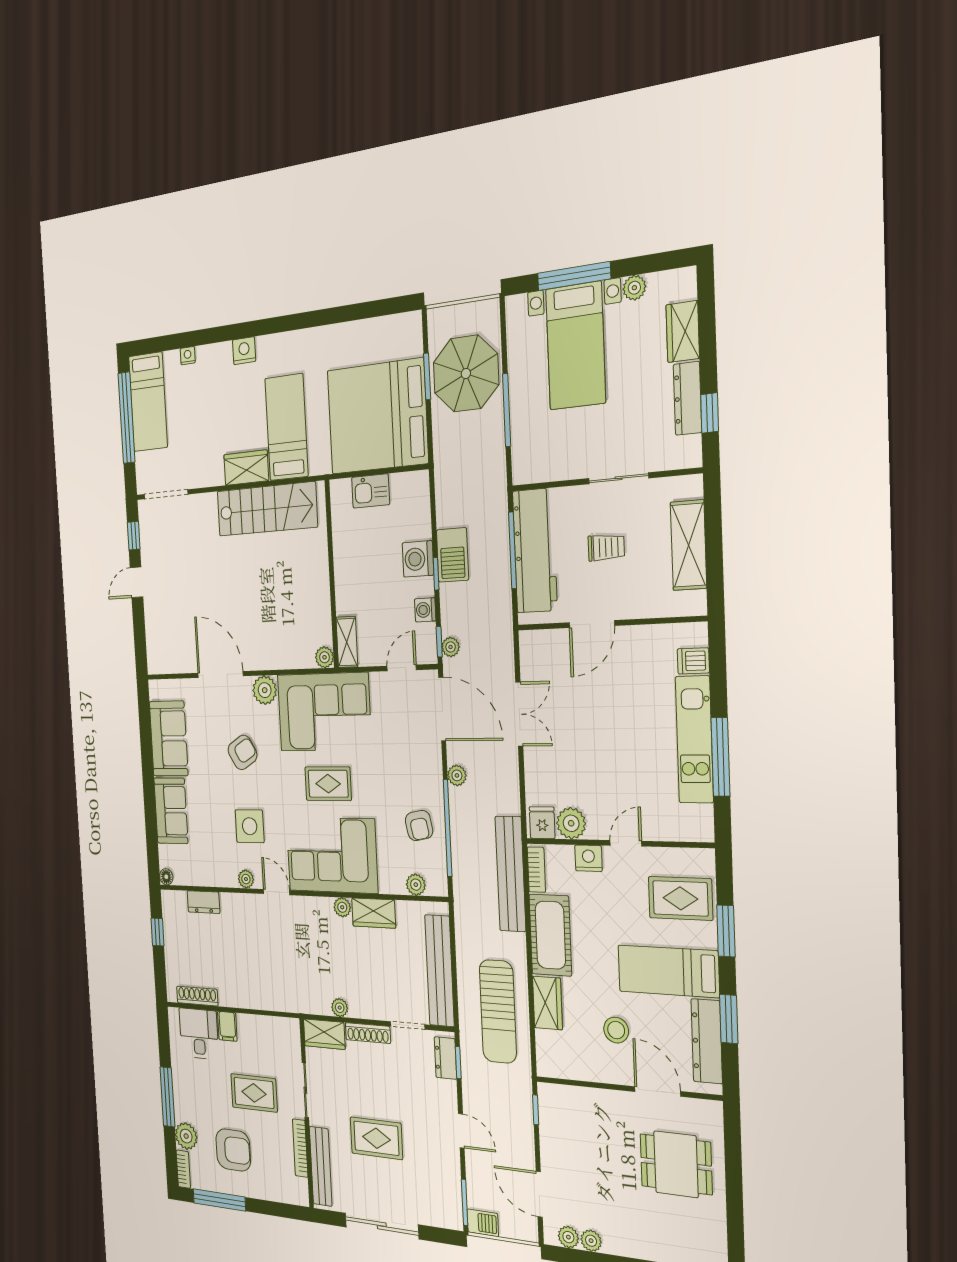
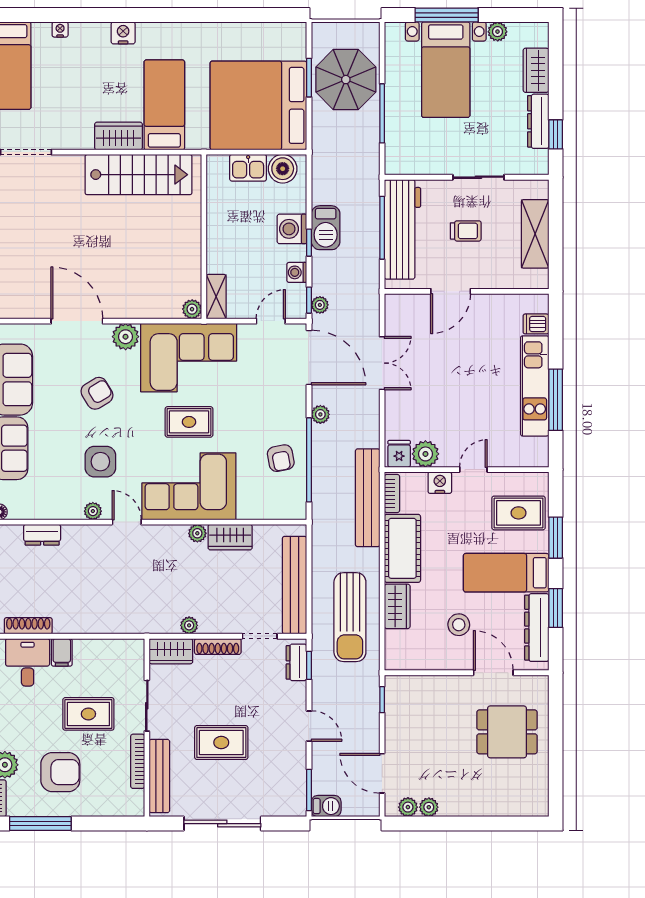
boiler: (405, 489) -> (283, 169), added
plant: (416, 885) -> (275, 510), removed

